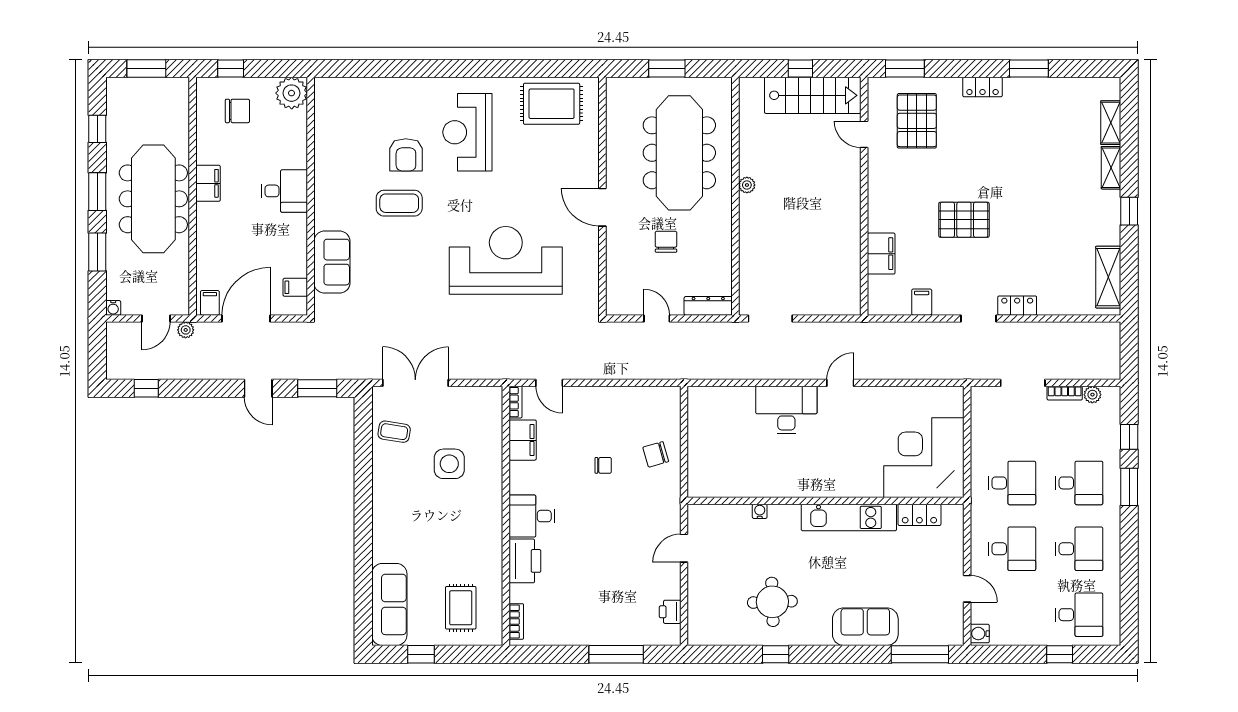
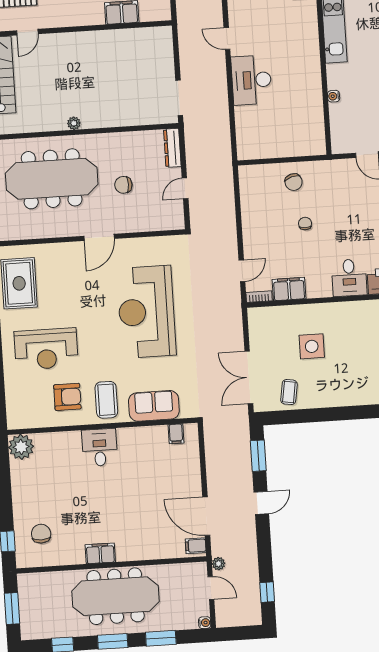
plant: (292, 93) -> (21, 447), moved
desk: (284, 191) -> (100, 447), moved
wall: (311, 196) -> (102, 426), moved
sofa: (332, 262) -> (154, 406), moved
filing cabinet: (295, 287) -> (176, 434), moved

